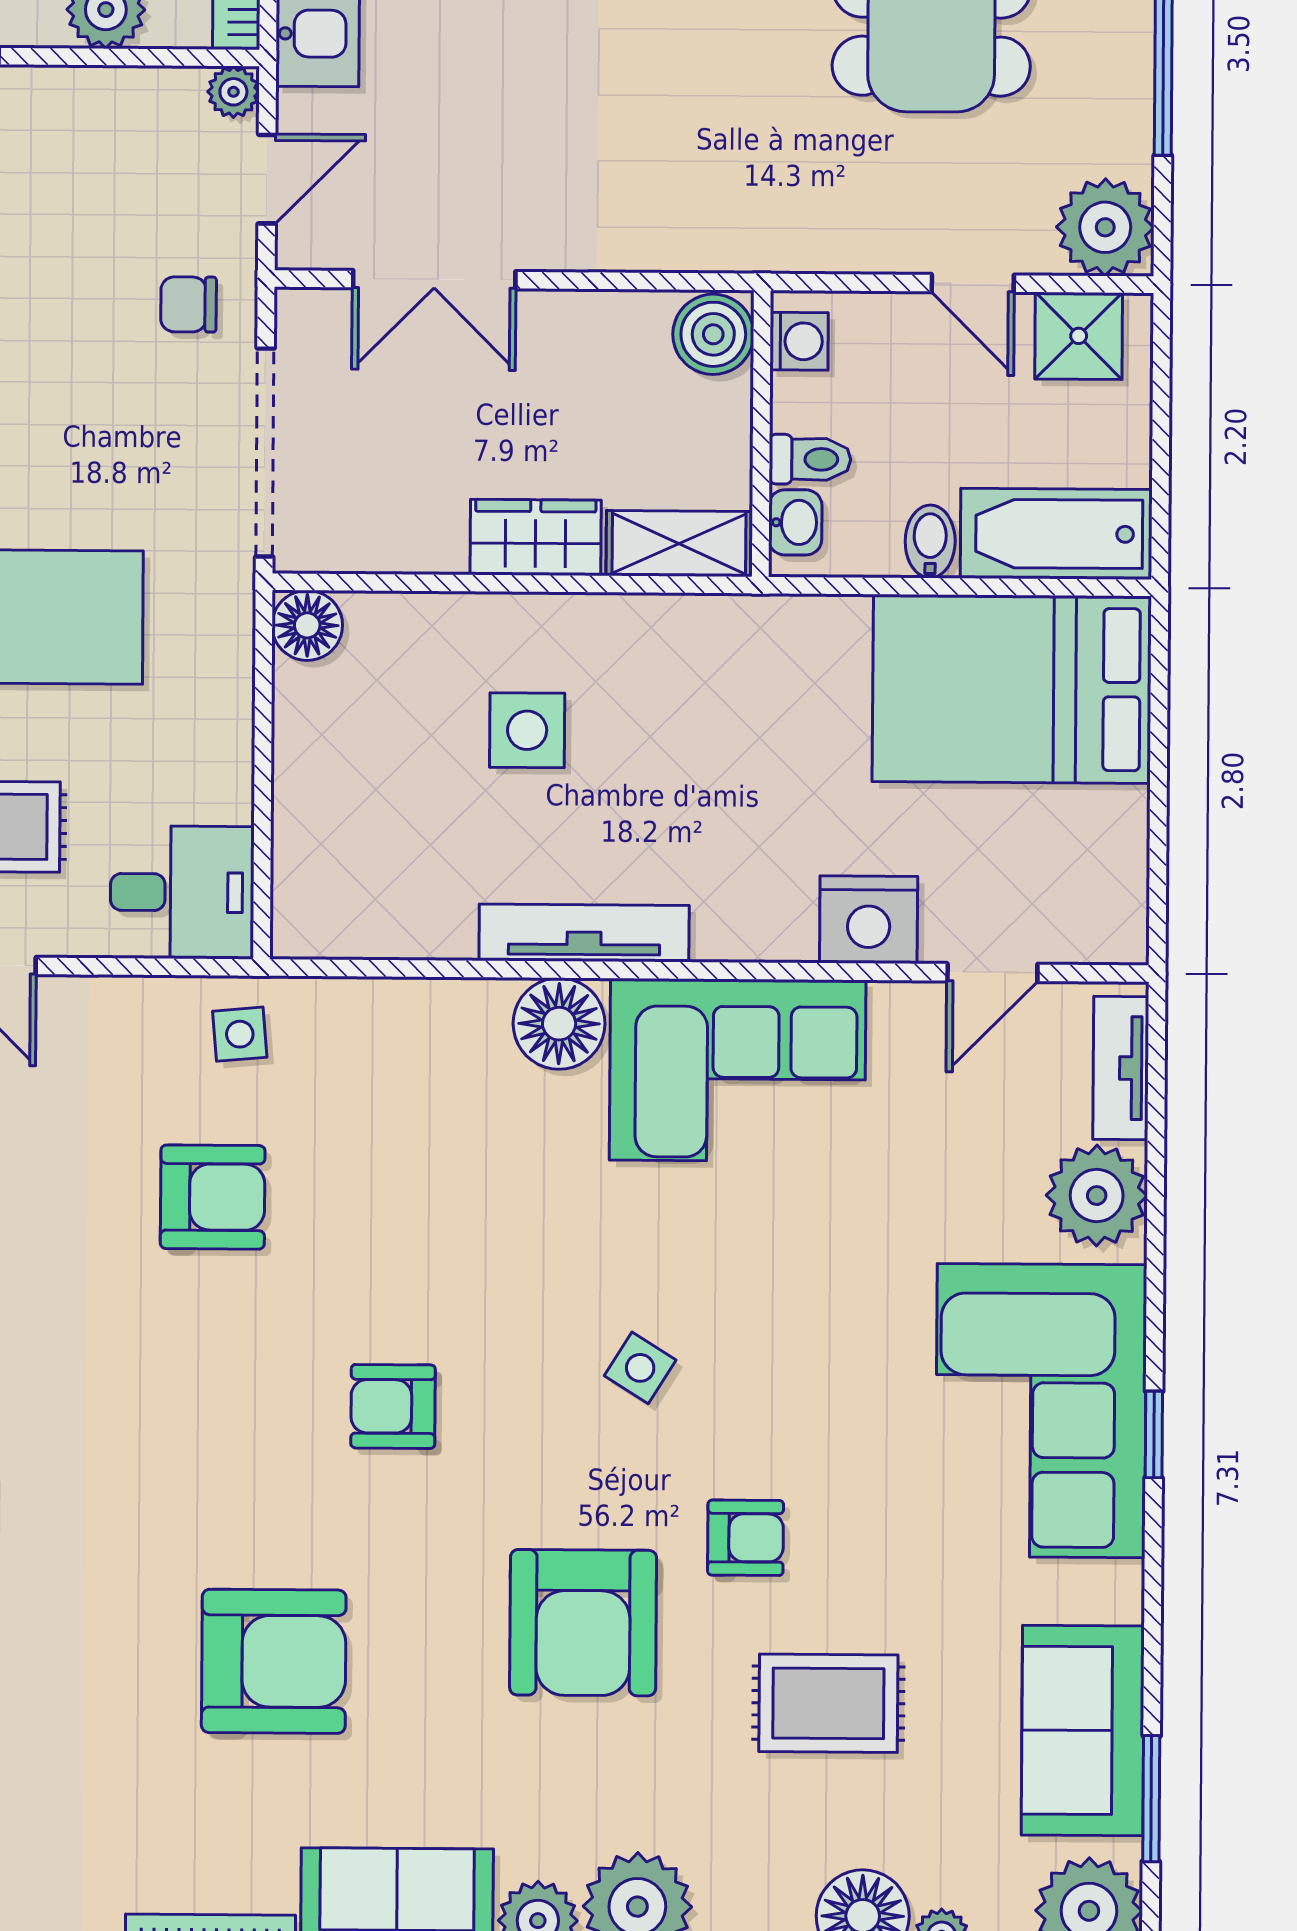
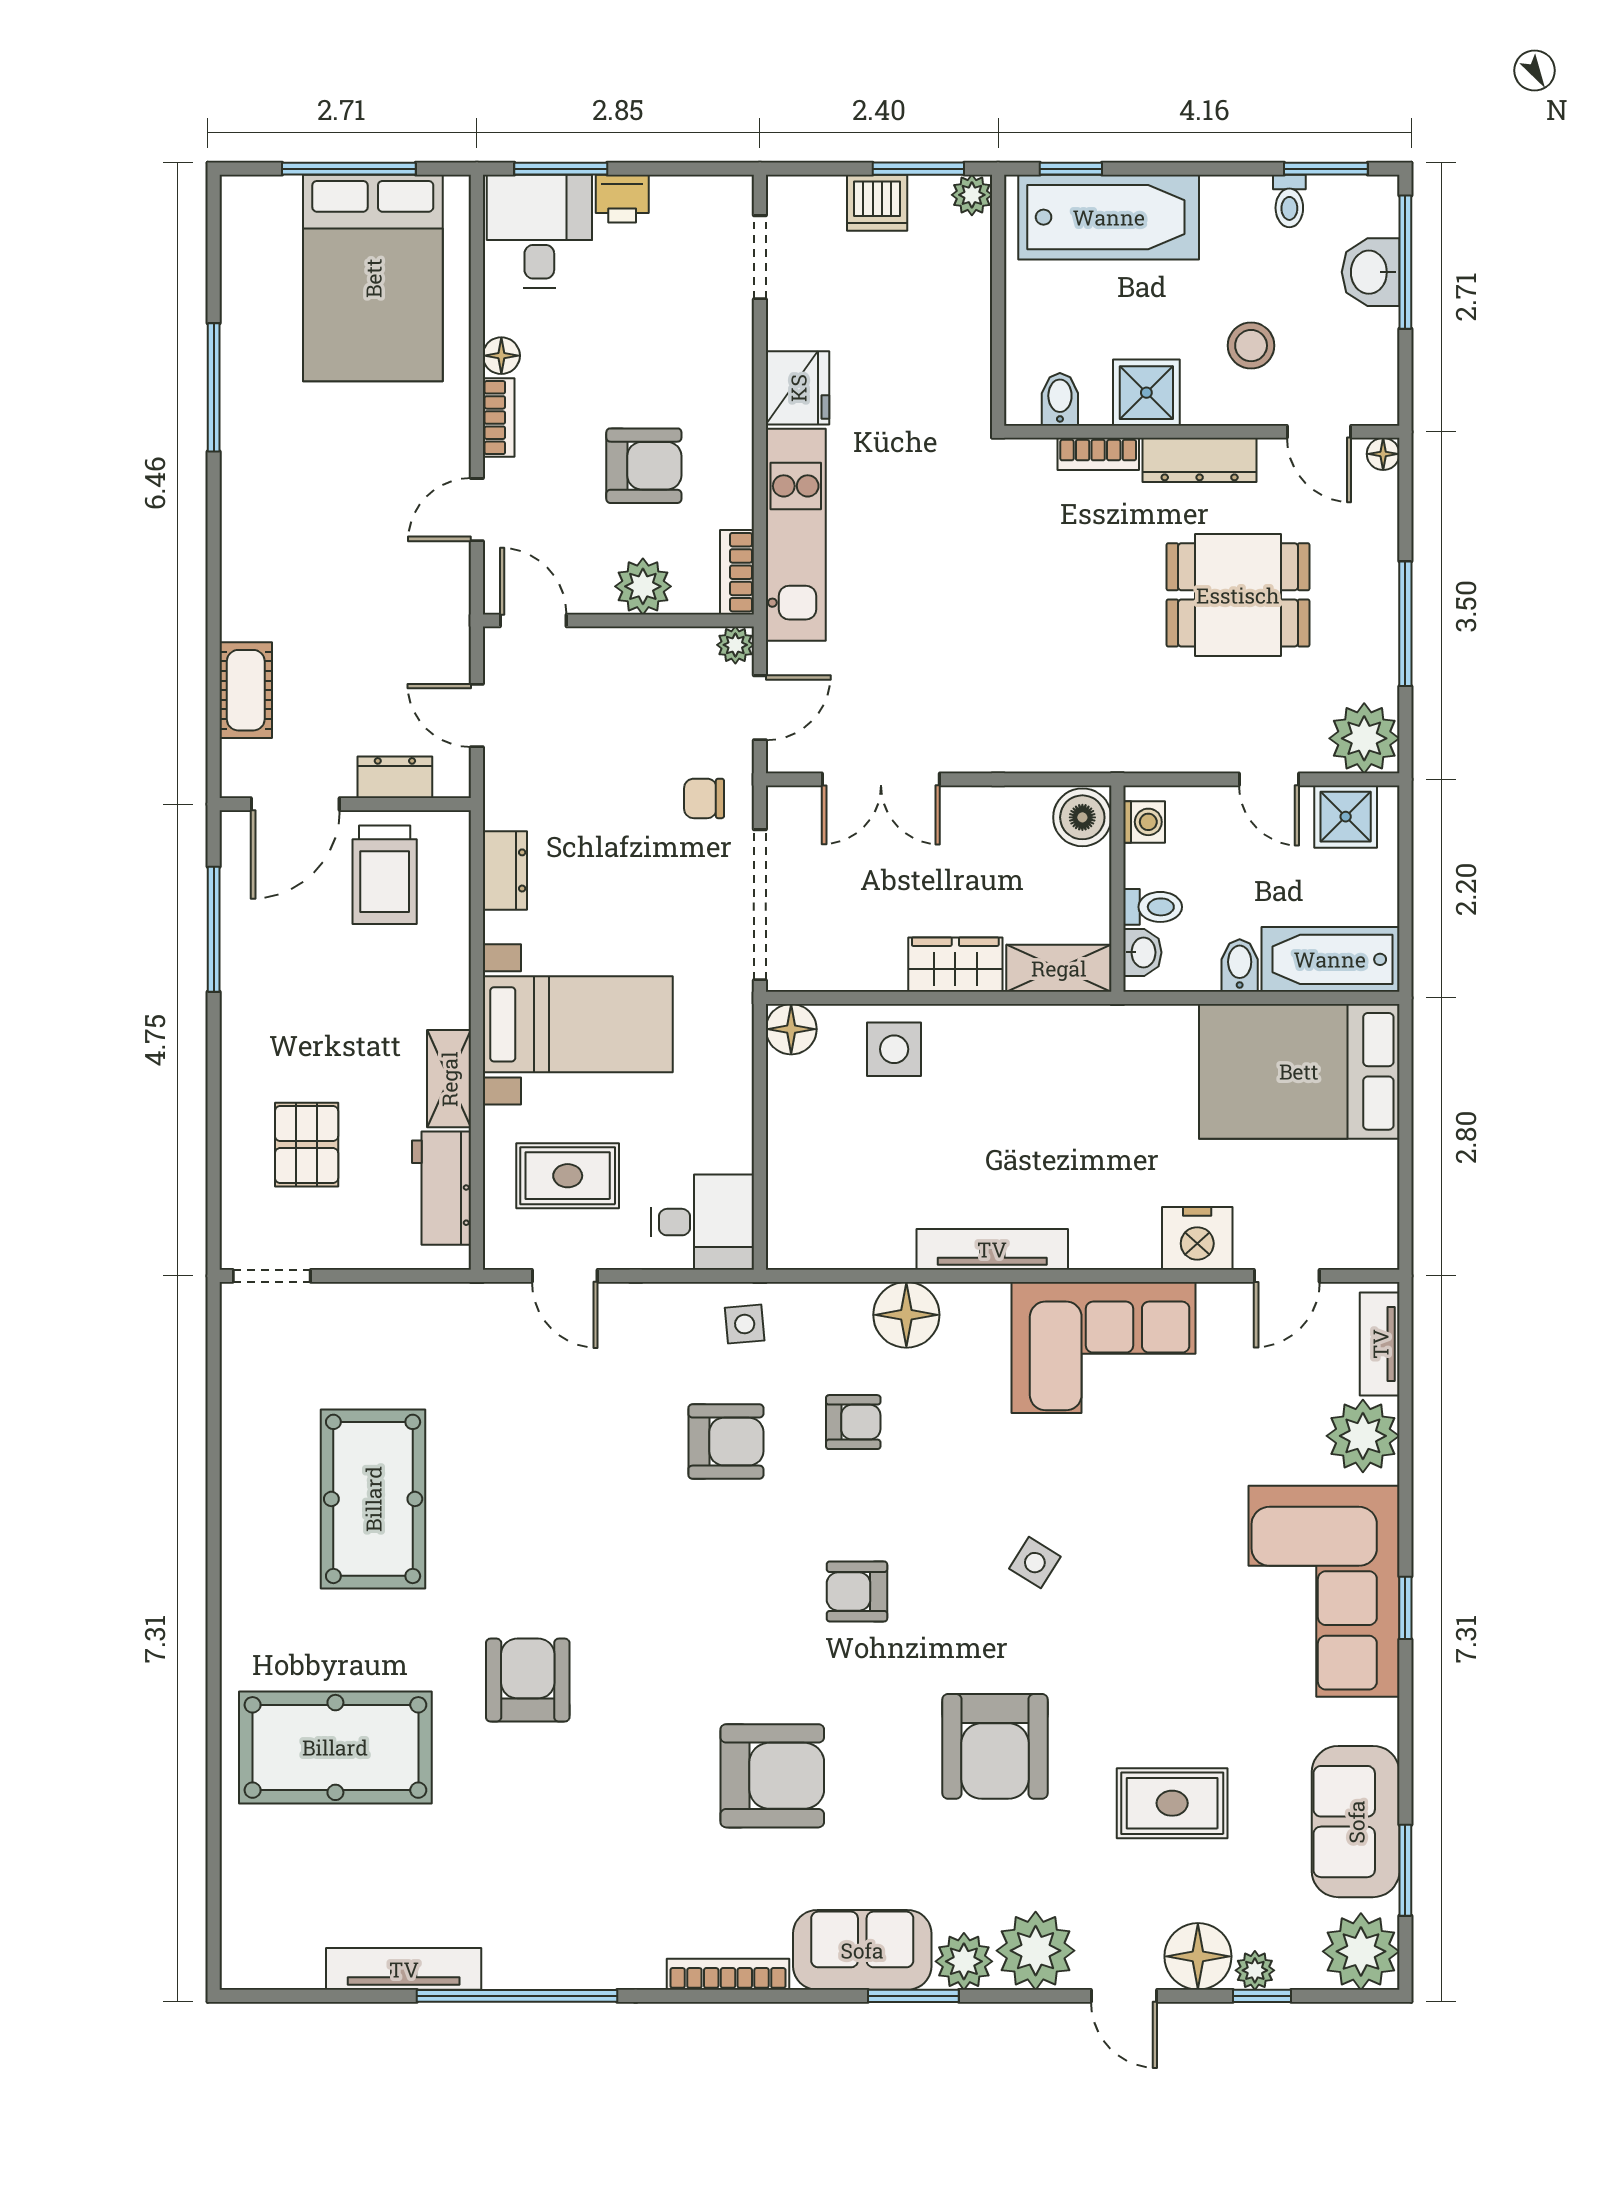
side table: (527, 730) -> (894, 1049), moved
floor lamp: (559, 1024) -> (906, 1315), moved
armchair: (746, 1538) -> (853, 1422), moved

